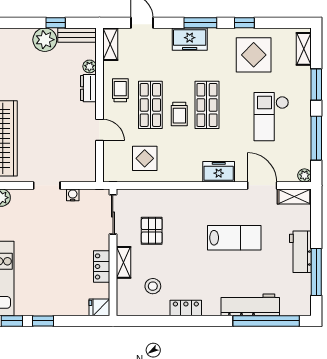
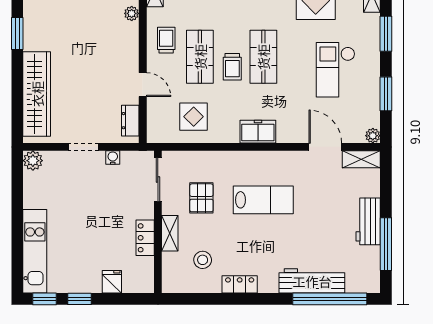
dresser: (88, 88) -> (130, 121), moved
window: (316, 138) -> (386, 94), width x0.69
freezer: (219, 172) -> (258, 132), moved
lab bench: (234, 238) -> (263, 200), moved
fridge: (99, 307) -> (112, 282), moved, turned 90

